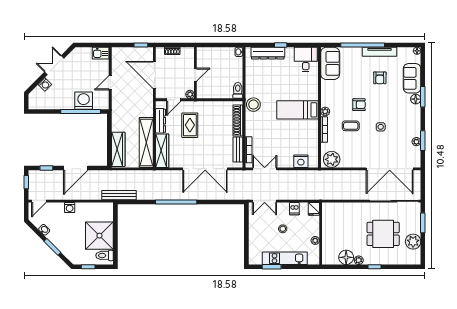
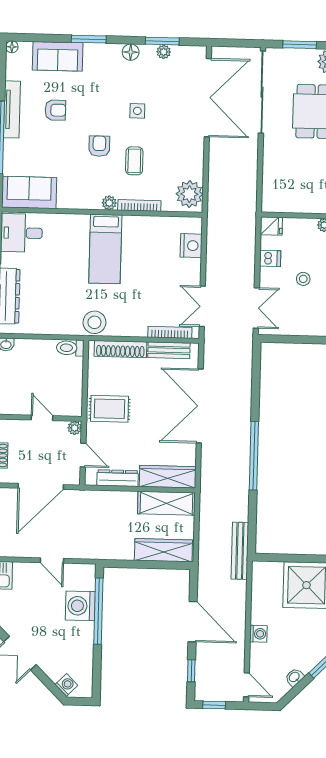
washing machine: (45, 84) -> (66, 685), moved
floor lamp: (416, 99) -> (131, 52), moved
rug: (190, 125) -> (110, 409), moved
shelving: (146, 142) -> (166, 503), width x0.68
double door: (205, 169) -> (200, 406), swing flipped

